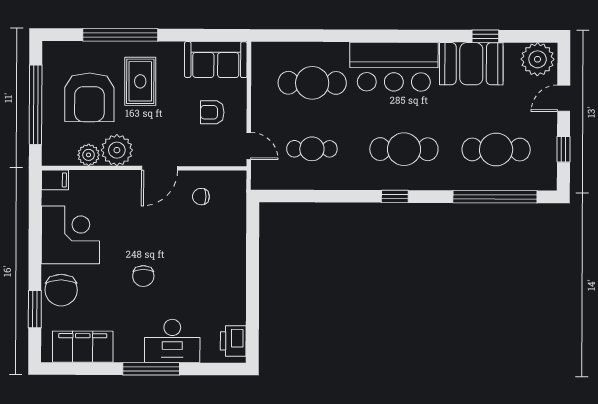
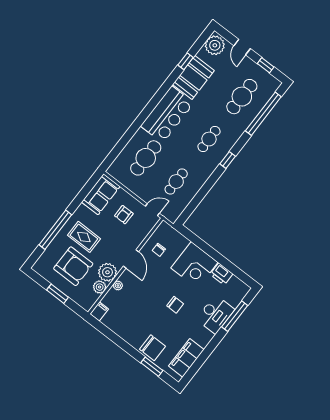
window: (36, 105) -> (58, 294), width x0.47
cafe table: (404, 149) -> (209, 139), width x0.73, depth x0.74
plant: (110, 178) -> (118, 285), added
corner desk: (70, 235) -> (194, 265), moved, turned 180
printer: (233, 341) -> (221, 274), moved
window: (151, 369) -> (235, 316), moved

